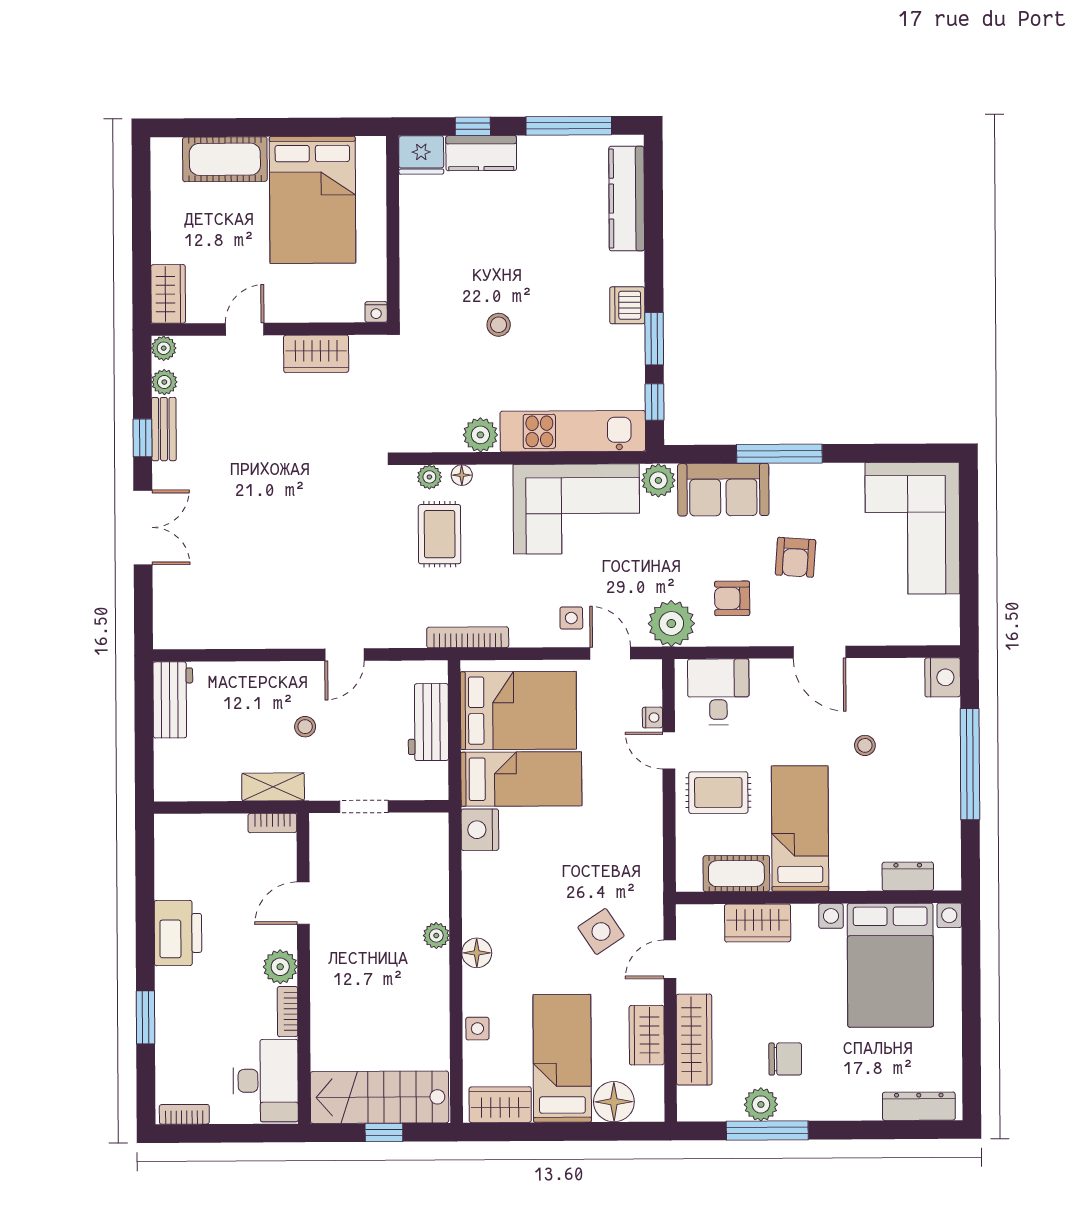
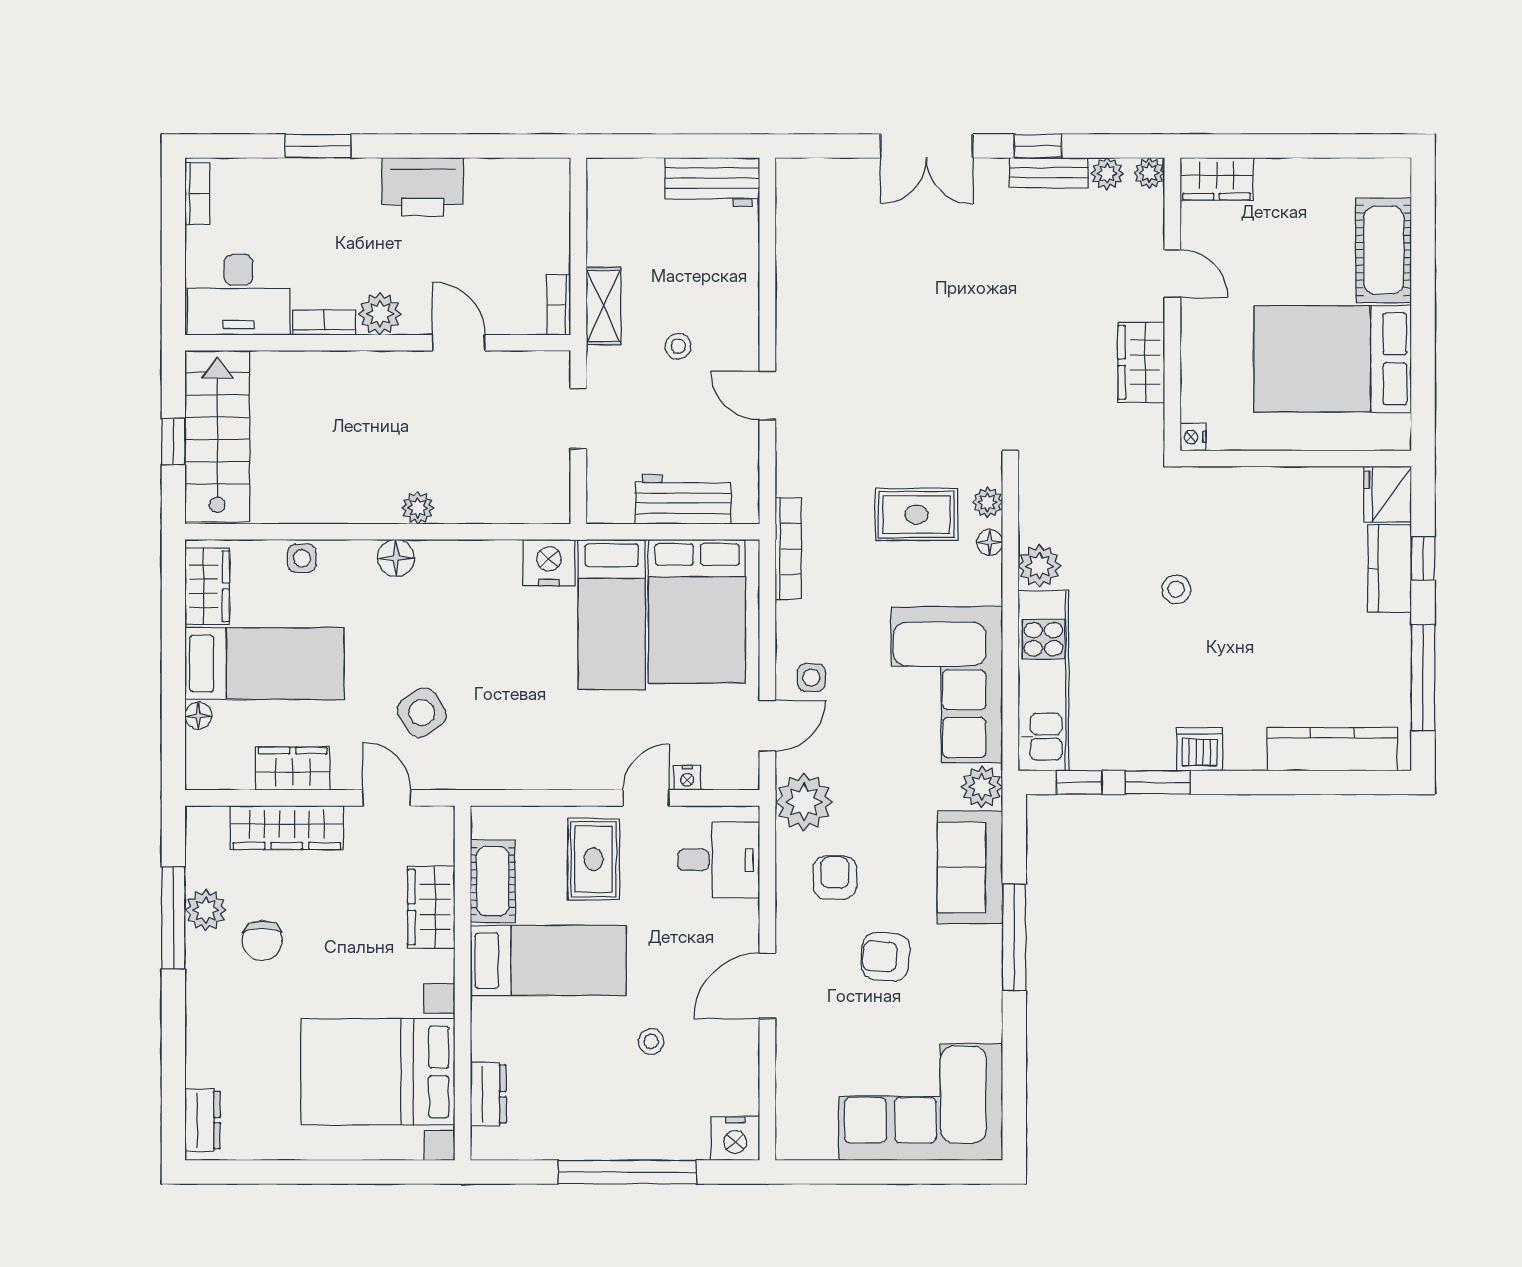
floor lamp: (614, 1102) -> (198, 716), width x0.53, depth x0.53
dresser: (919, 1106) -> (203, 1120), width x0.70

